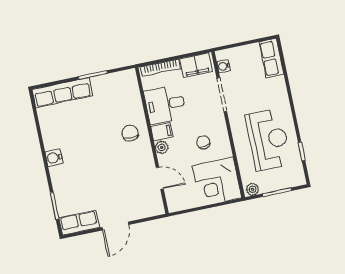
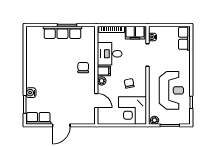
row of seats: (62, 93) -> (62, 32), moved
water cooler: (54, 158) -> (31, 93), moved

